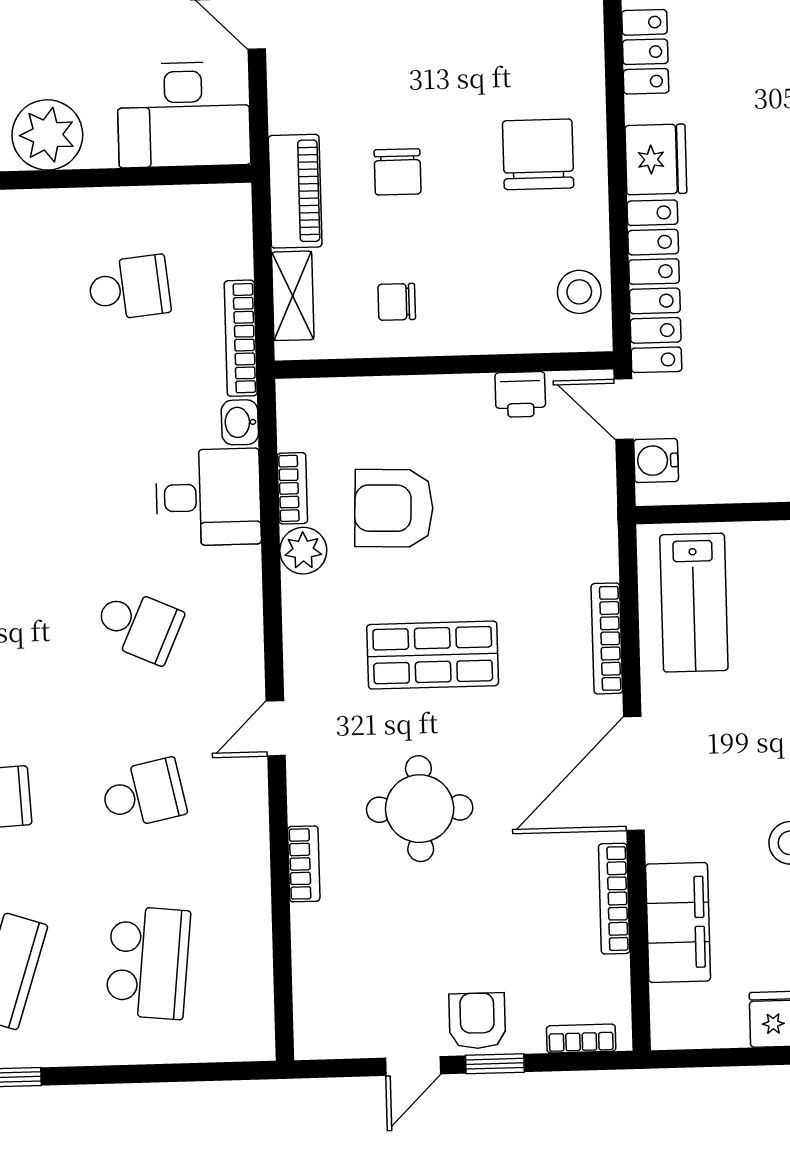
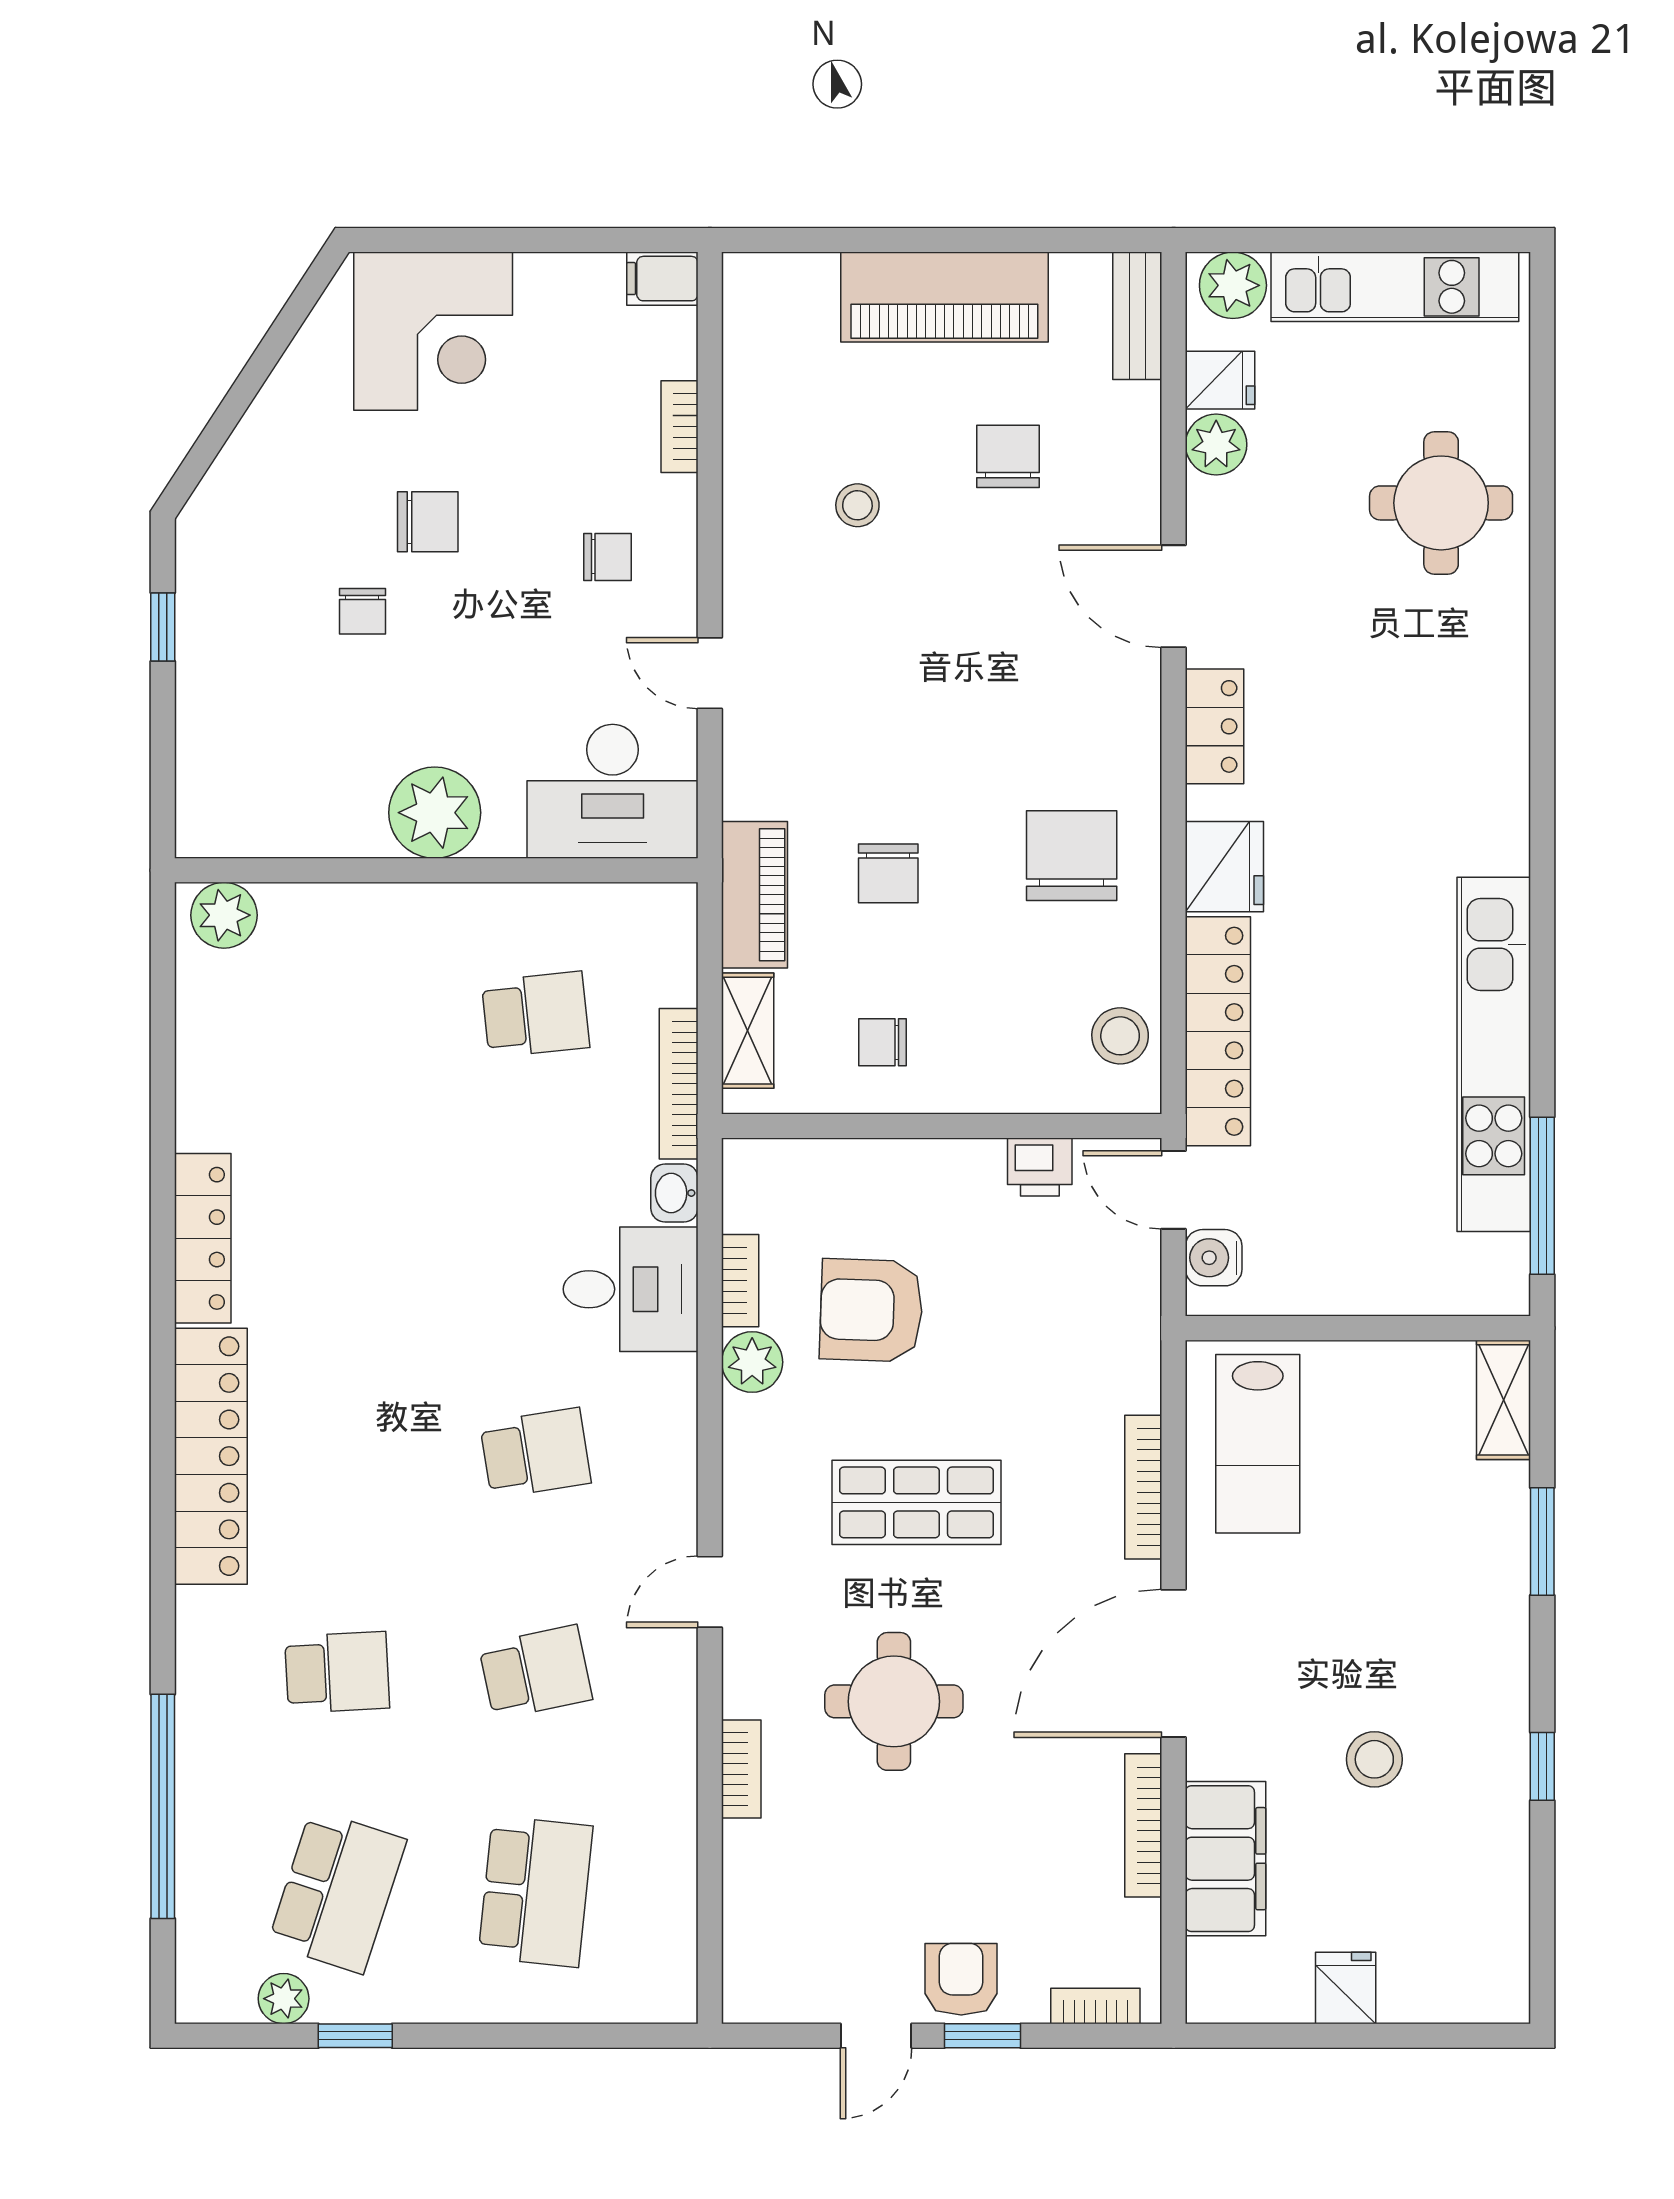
school desk: (139, 625) -> (535, 1453), turned -33

